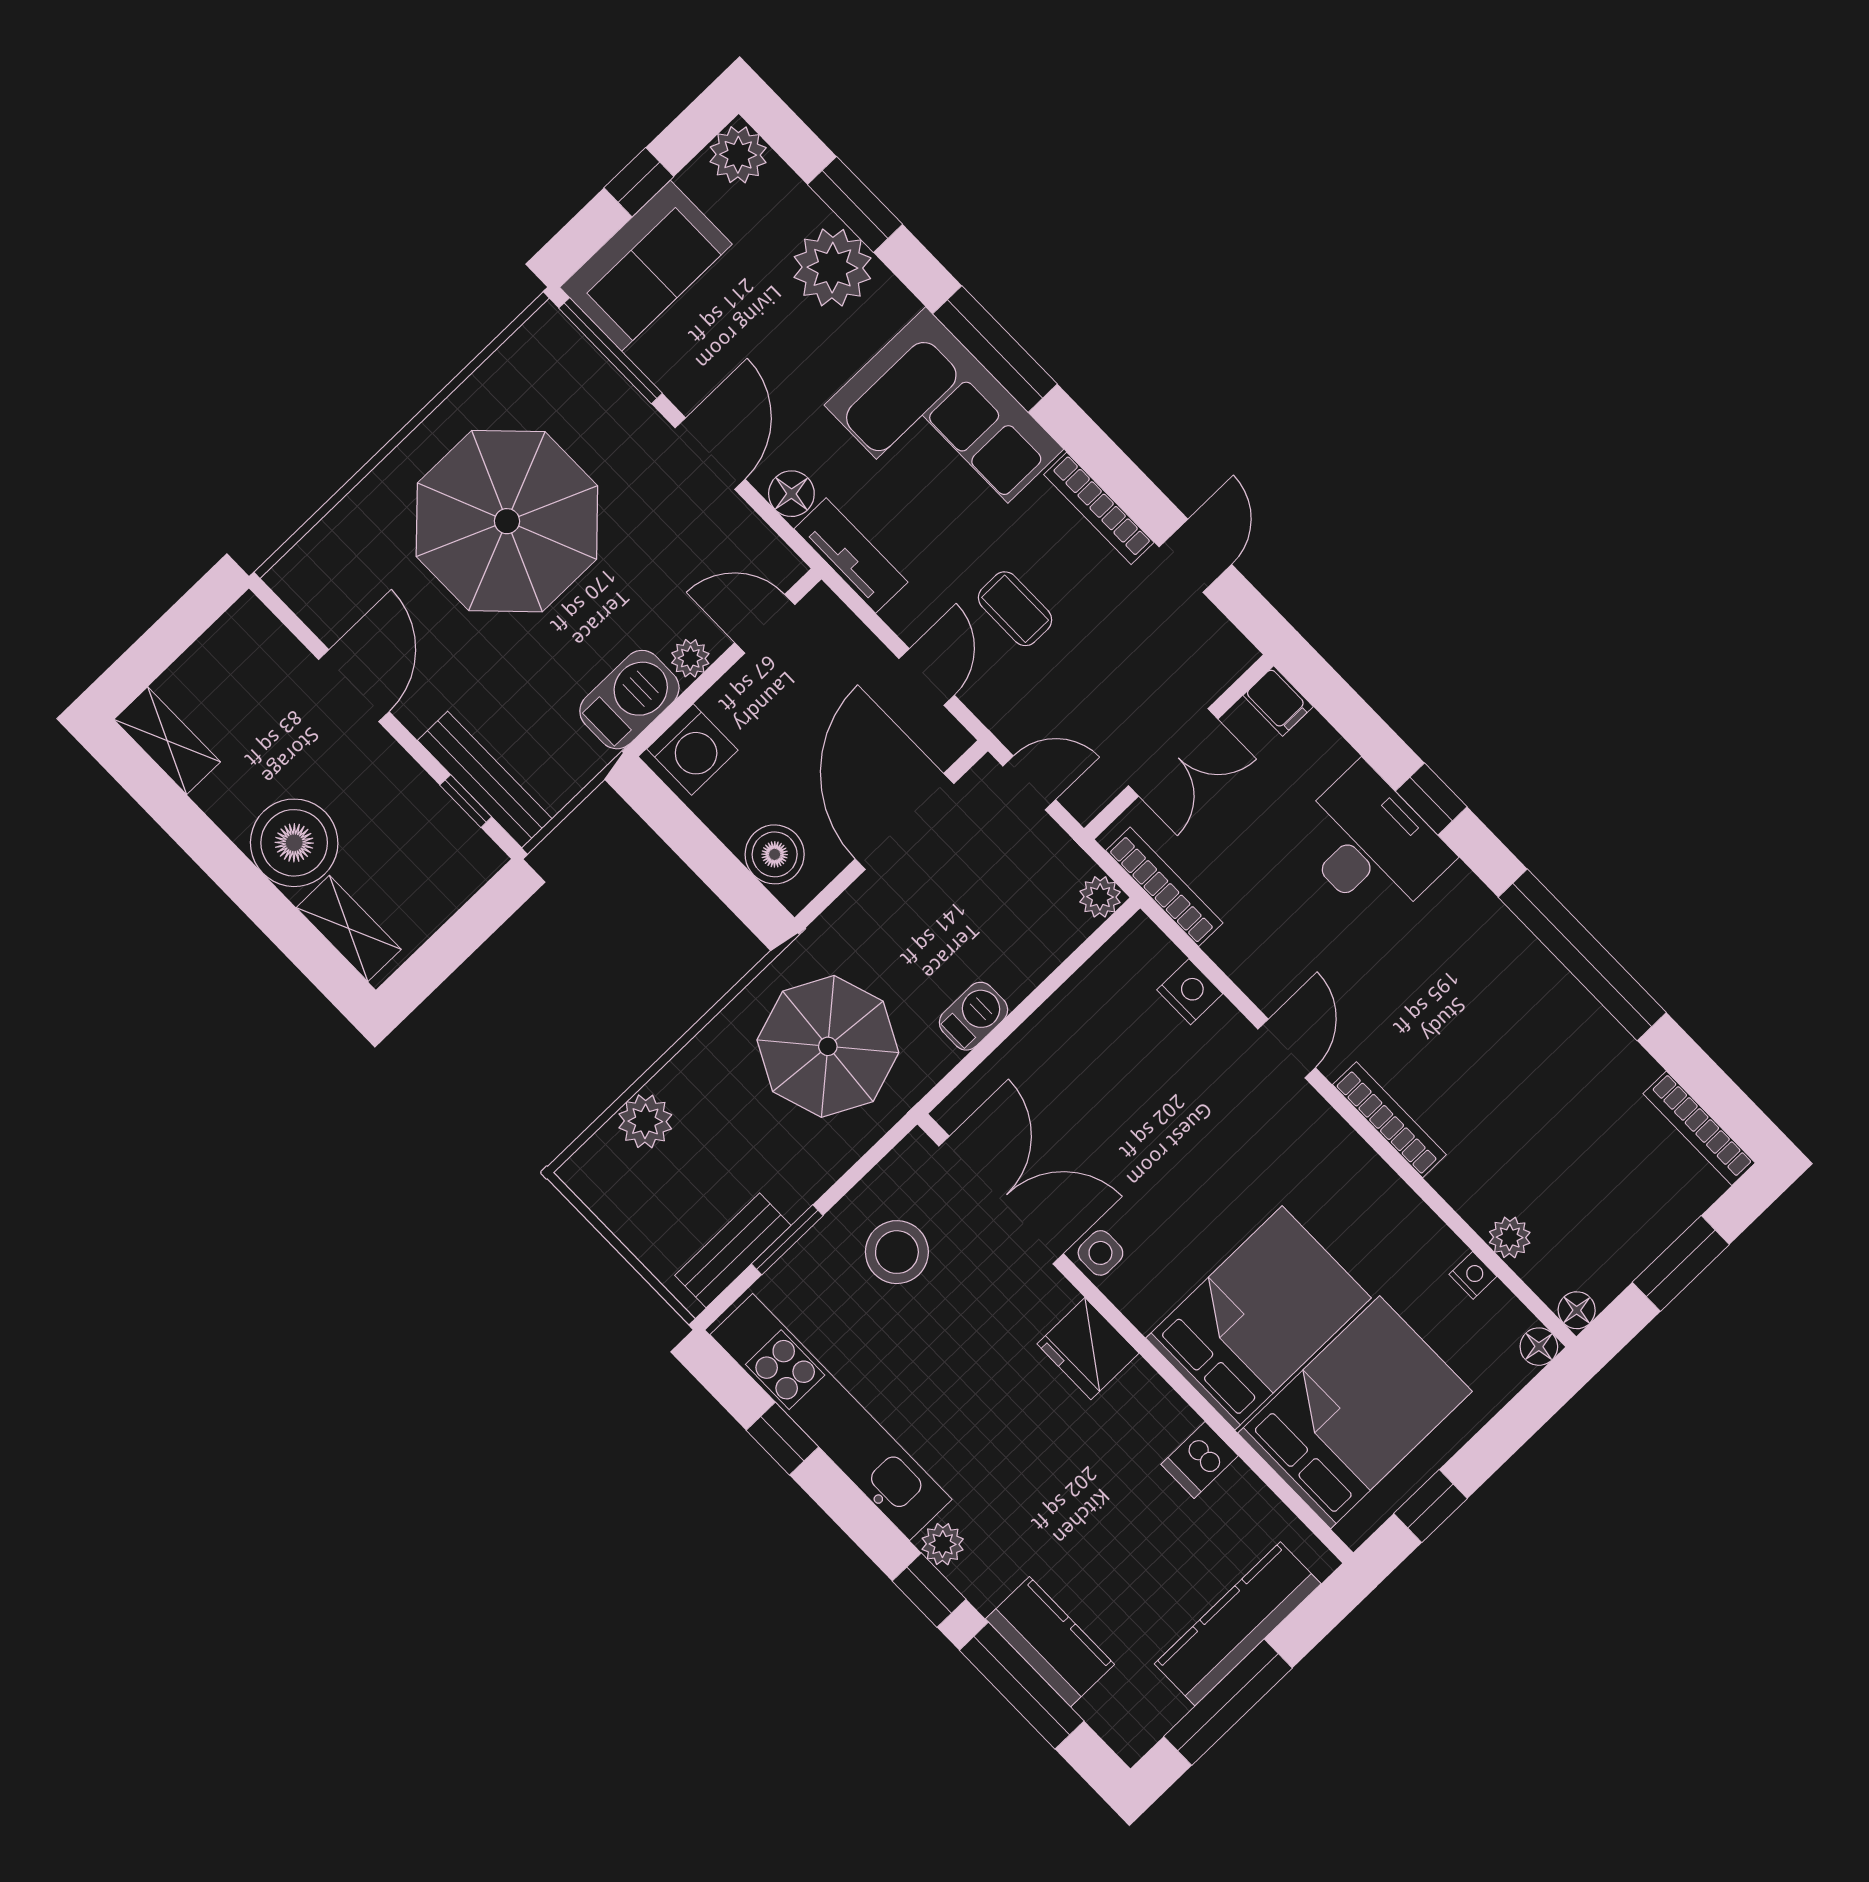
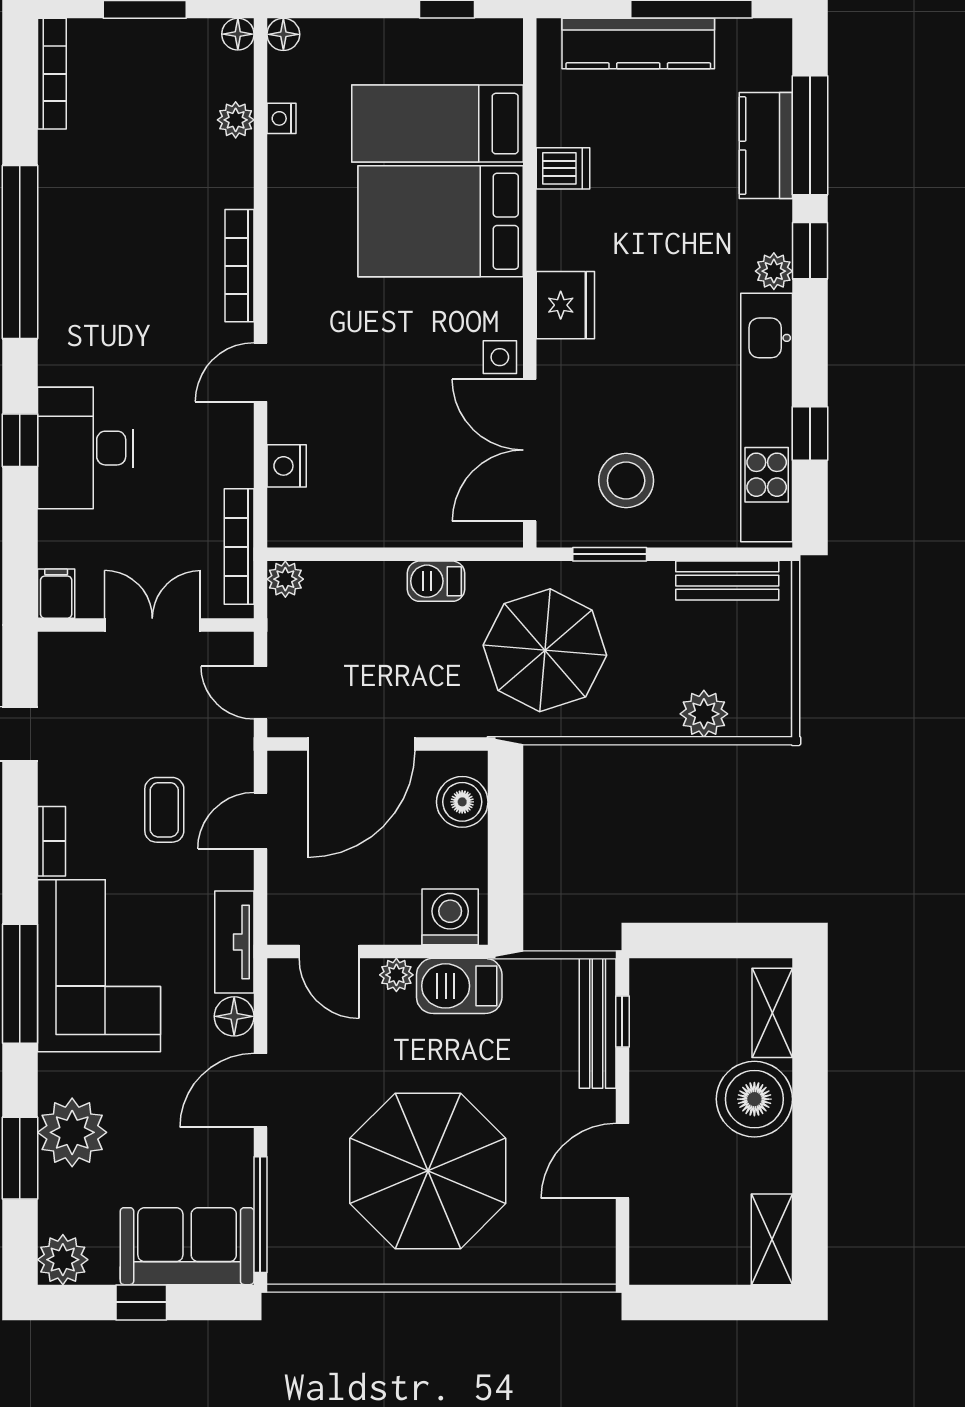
bookcase: (1099, 508) -> (52, 841), width x0.64
window: (787, 1240) -> (610, 554), moved
bed: (1355, 1412) -> (437, 124), width x0.67

